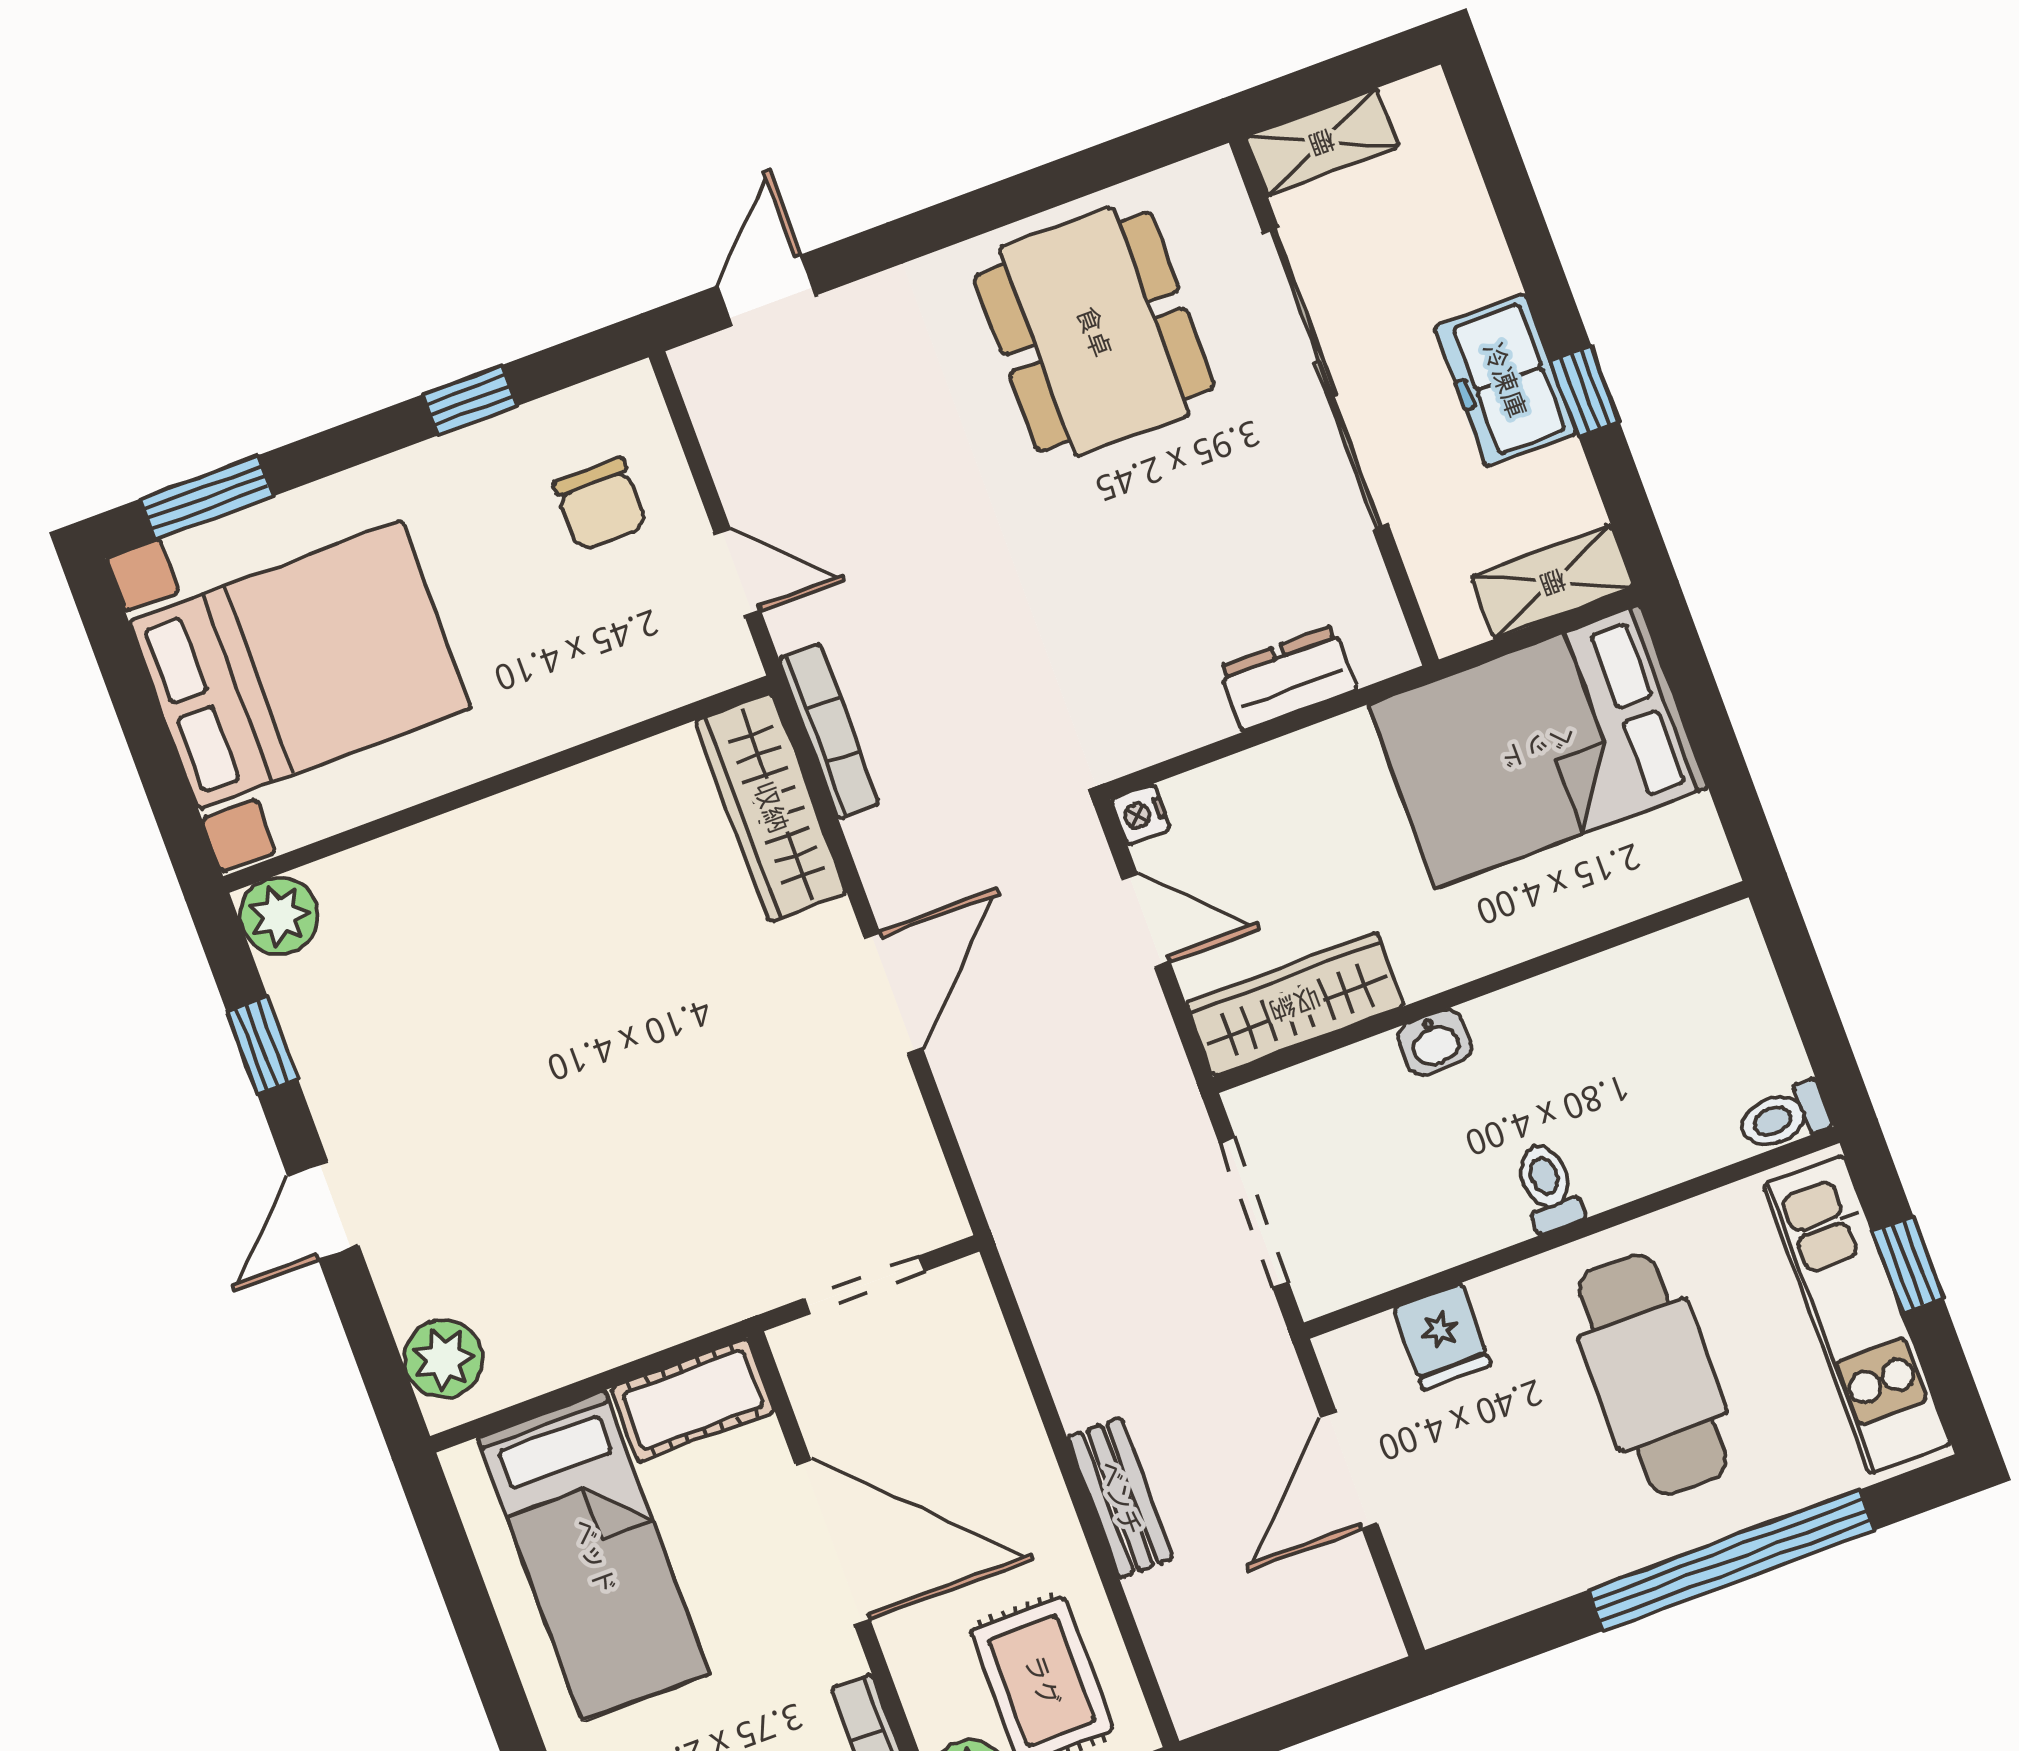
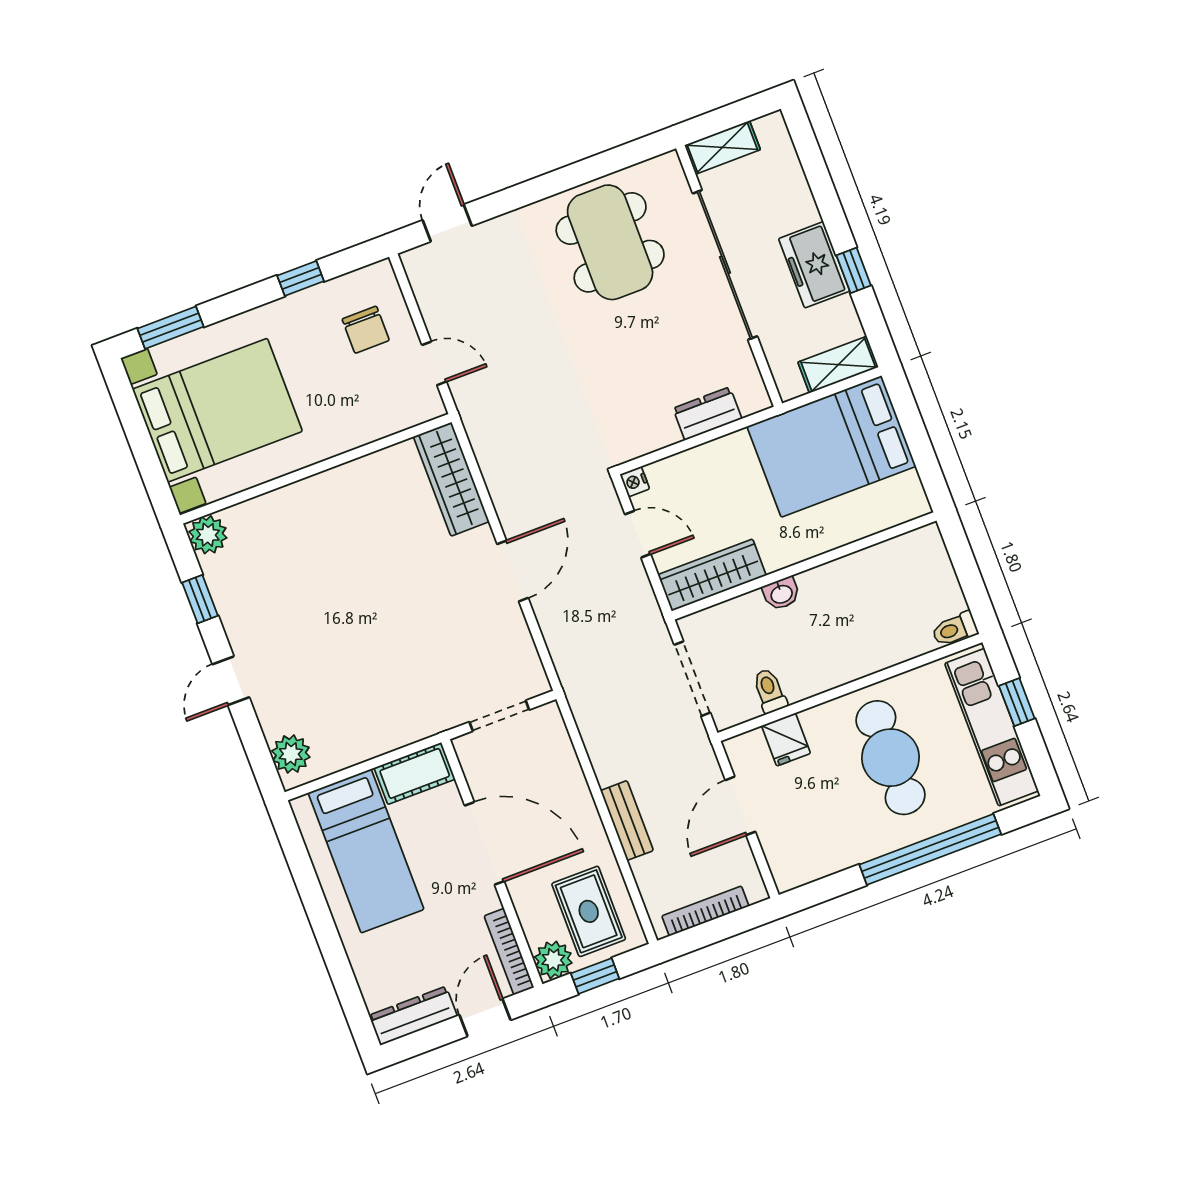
bookcase: (829, 731) -> (705, 911), moved, turned -90
toilet: (1548, 1187) -> (770, 691), moved

